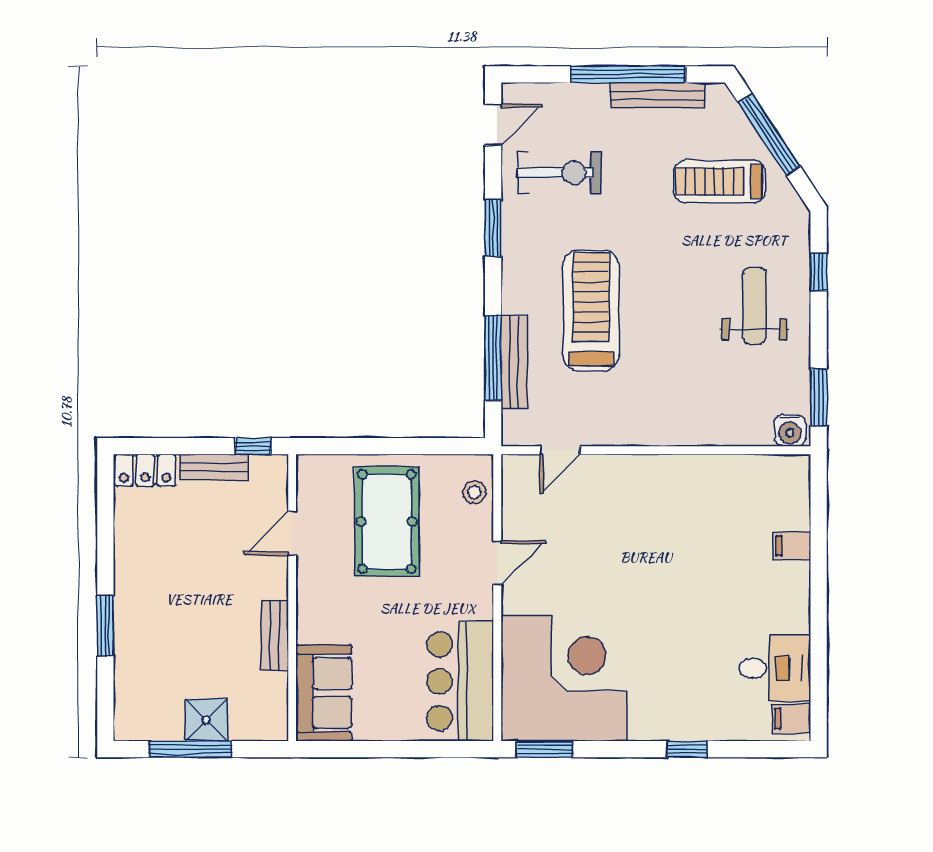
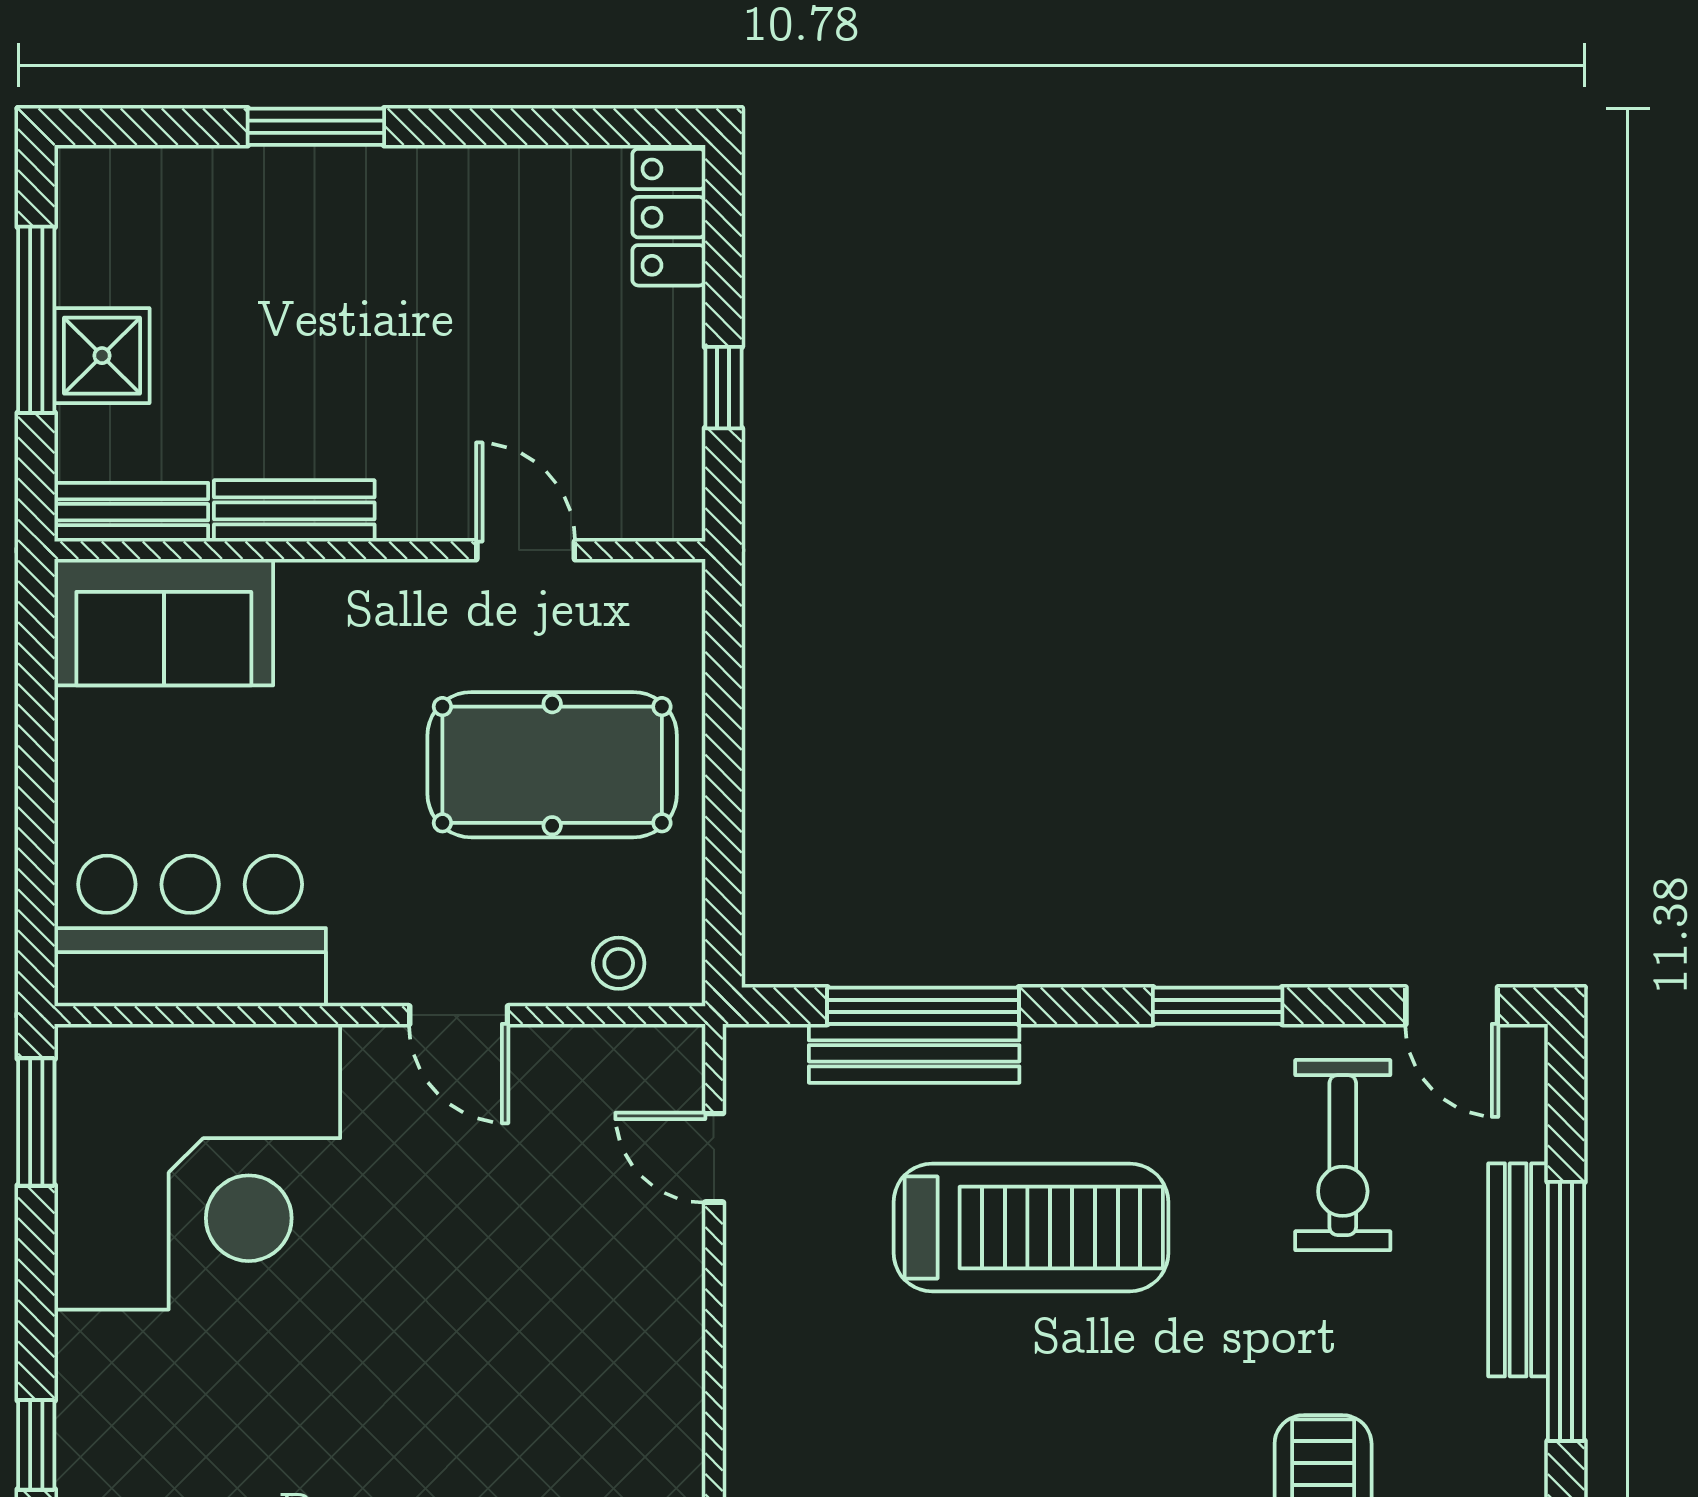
bench: (658, 95) -> (1518, 1270), moved
window: (253, 446) -> (723, 388), moved
bench: (214, 467) -> (131, 512), moved, turned 90

